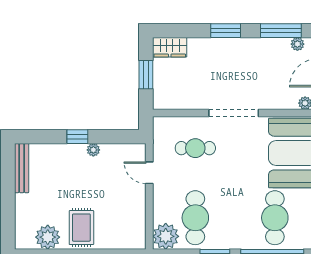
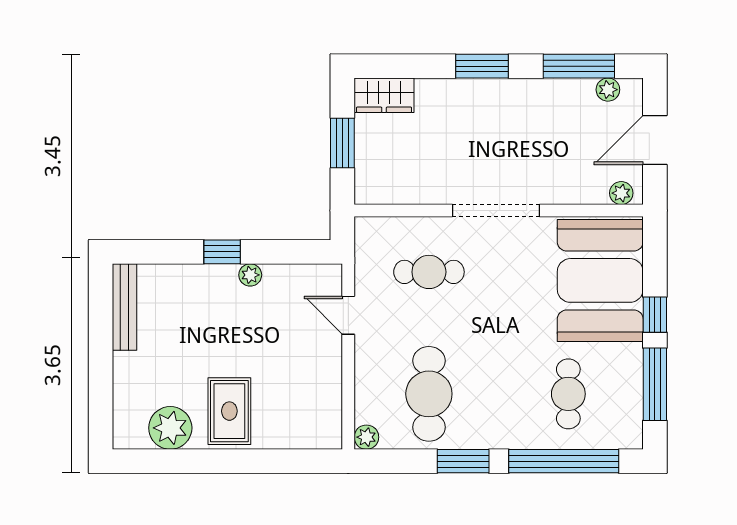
cafe table: (275, 218) -> (568, 394), width x0.73, depth x0.74
plant: (166, 236) -> (366, 437), width x0.53, depth x0.53

